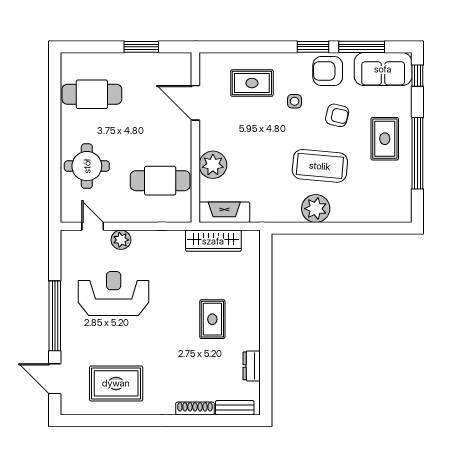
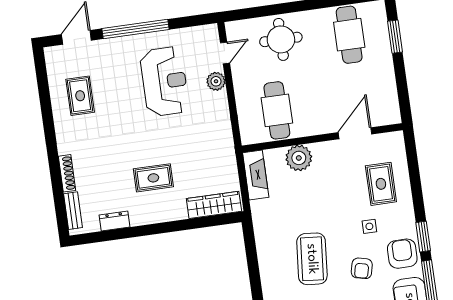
window: (141, 47) -> (395, 37), moved
plant: (316, 209) -> (271, 260), removed
wardrobe: (213, 241) -> (214, 205), moved, turned 90
rug: (116, 383) -> (80, 96), width x0.73, depth x0.70

